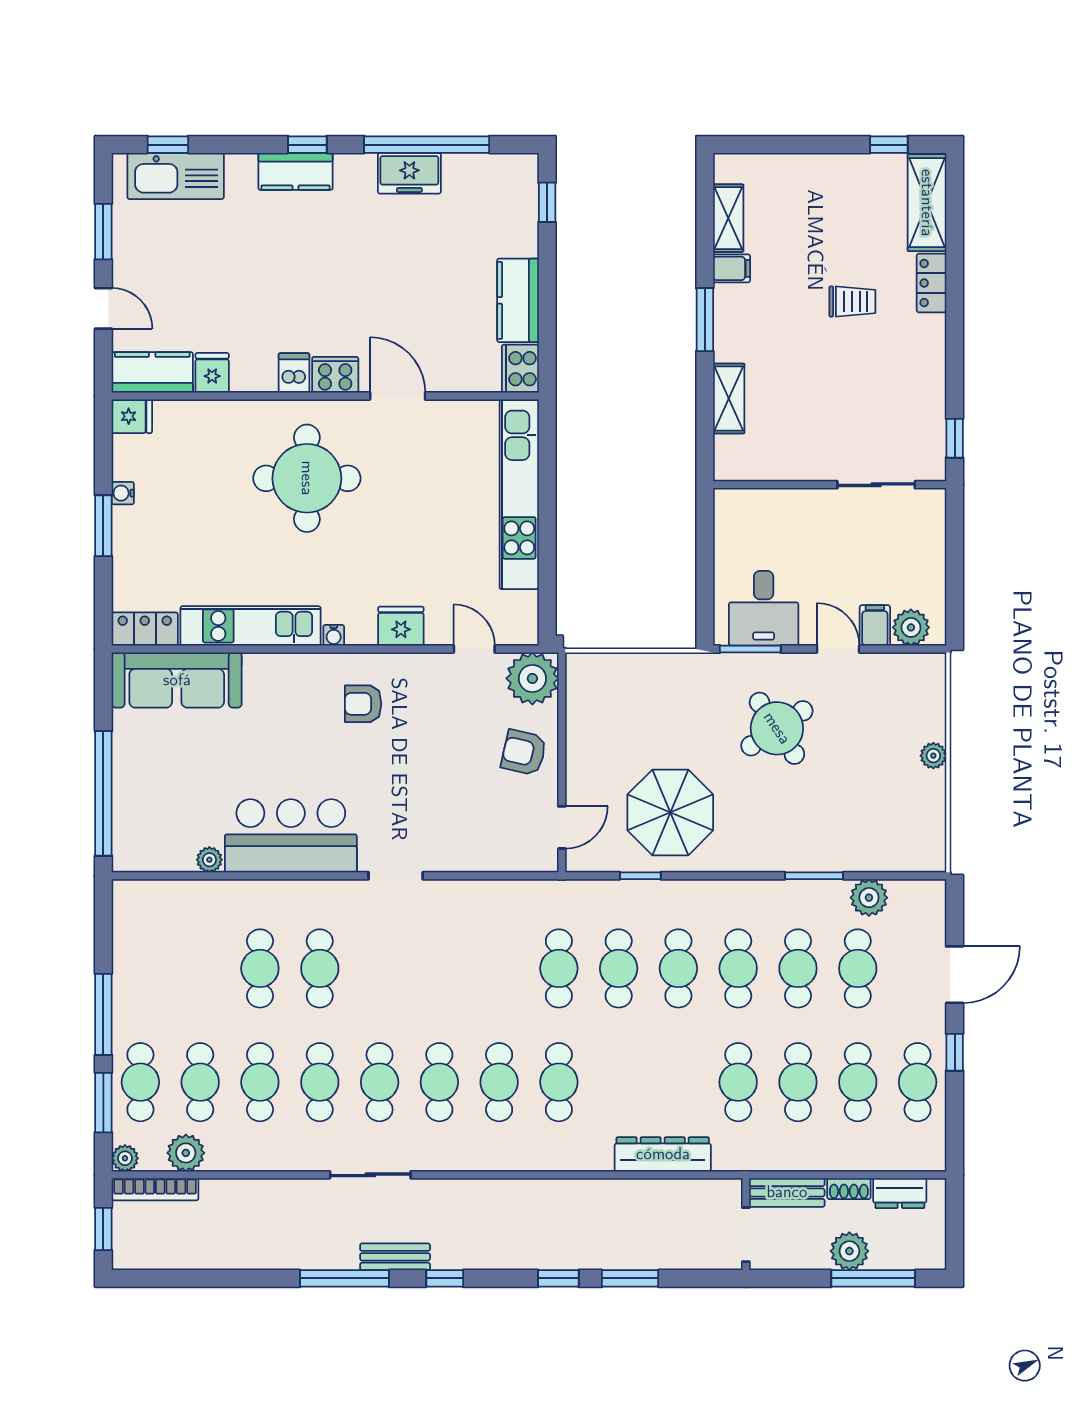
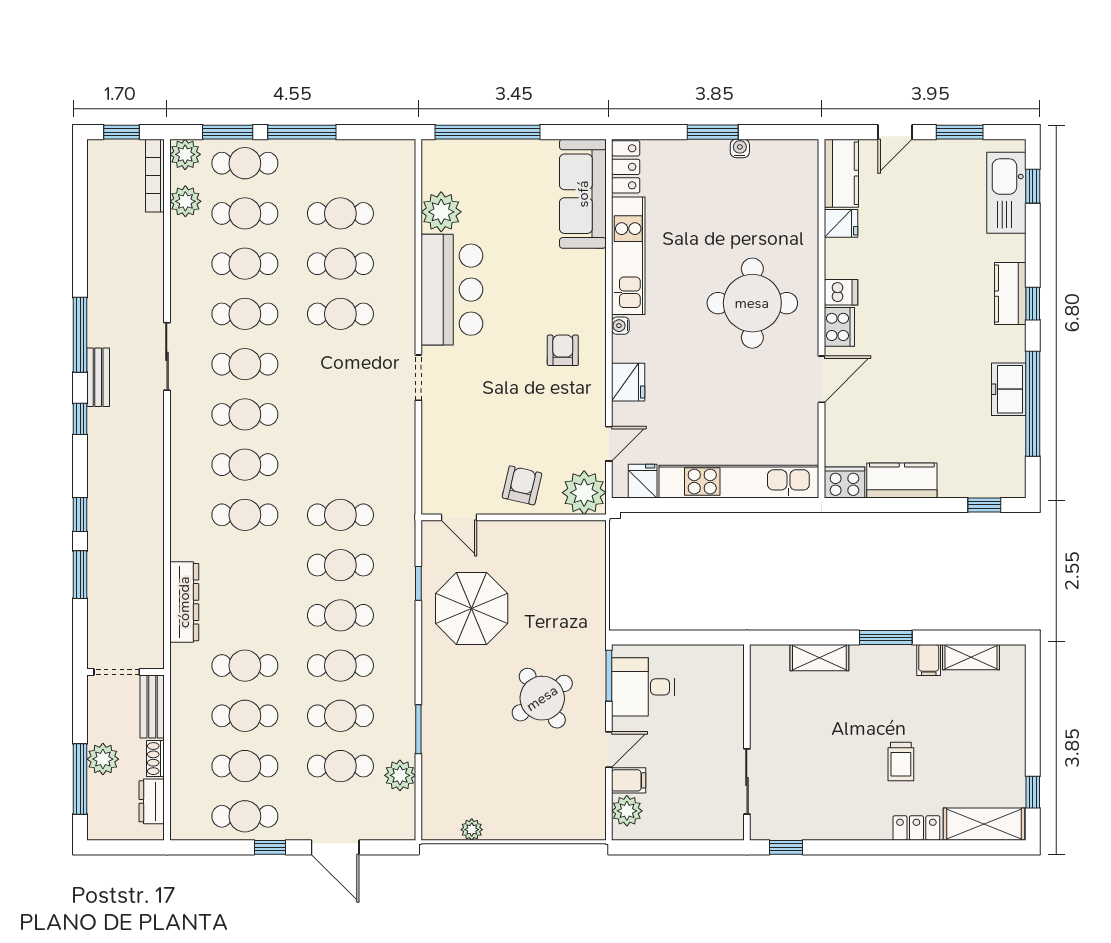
fridge: (132, 416) -> (643, 481), moved, turned 180
plant: (933, 756) -> (472, 830), moved
plant: (209, 860) -> (441, 212), width x1.88, depth x1.88
cafe table: (200, 968) -> (340, 213), added
plant: (125, 1158) -> (185, 154), width x1.38, depth x1.38

